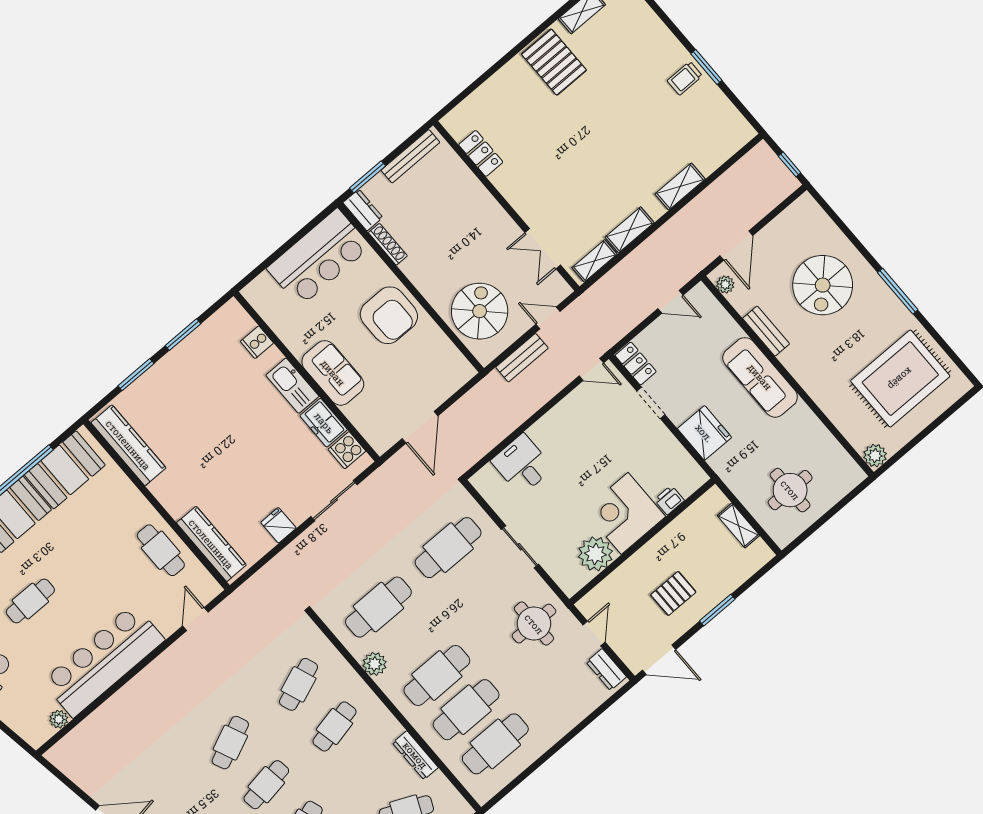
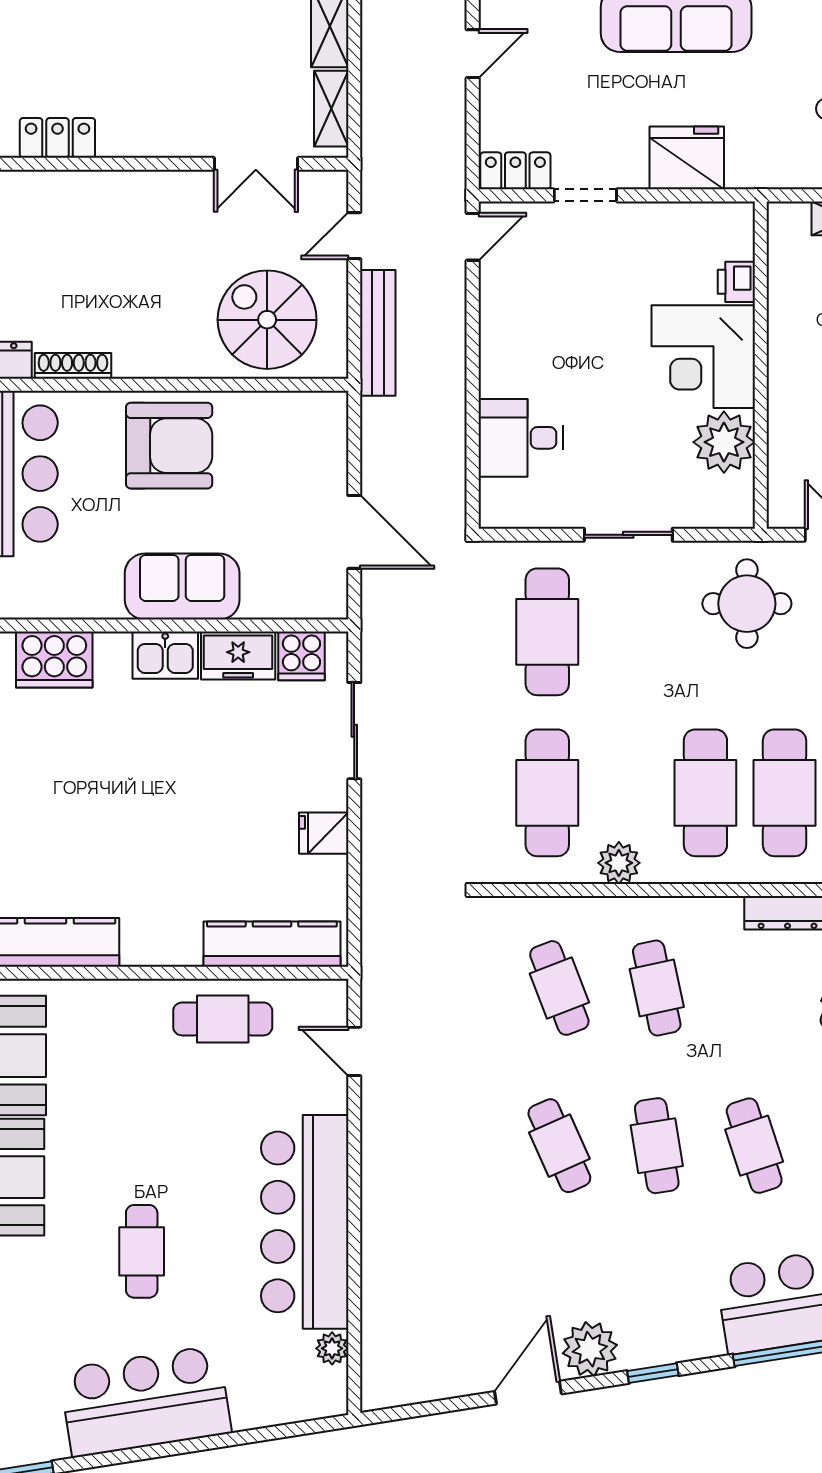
cooker: (257, 342) -> (54, 660), width x1.87, depth x1.31
bench: (522, 358) -> (378, 333), width x1.36
kitchen sink: (292, 386) -> (165, 655), width x0.73

